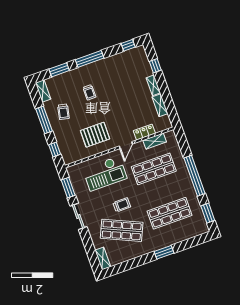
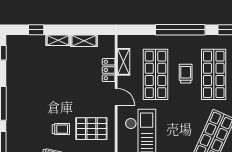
trolley: (89, 92) -> (61, 129), moved
pallet: (95, 135) -> (91, 129), turned 90
trolley: (122, 205) -> (186, 74), moved

